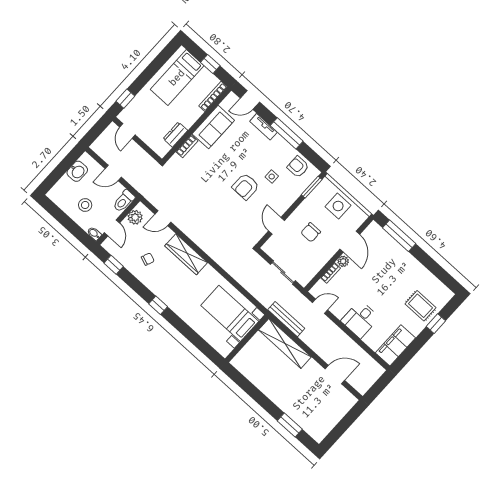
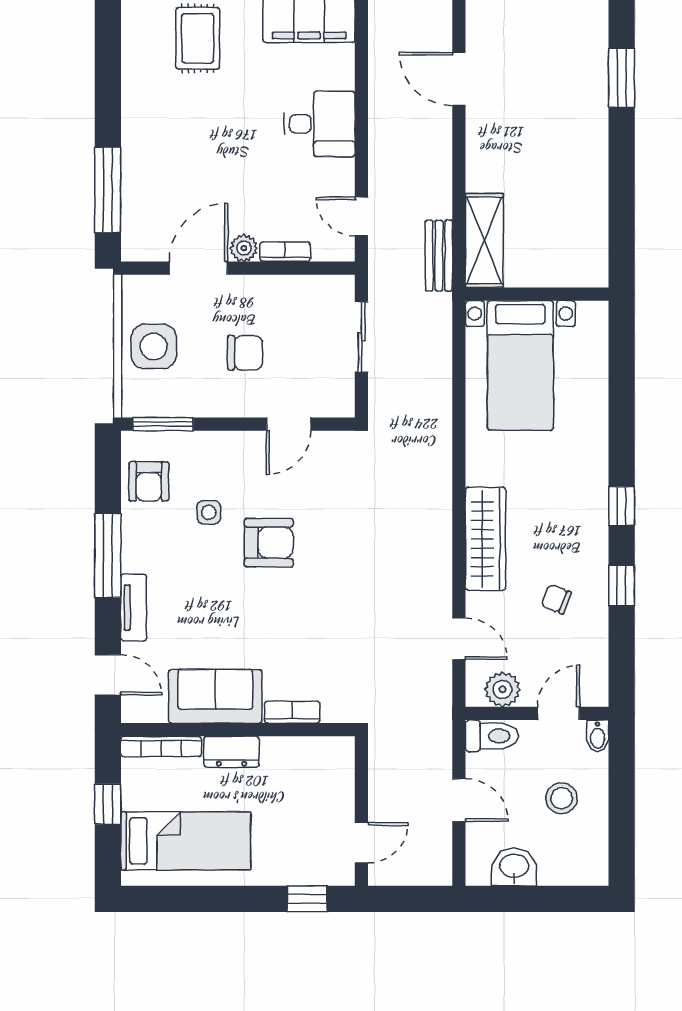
dresser: (175, 135) -> (231, 752), moved
window: (114, 265) -> (622, 585), moved
bench: (286, 319) -> (439, 256), width x0.73
shelving: (285, 343) -> (484, 241), width x0.68

